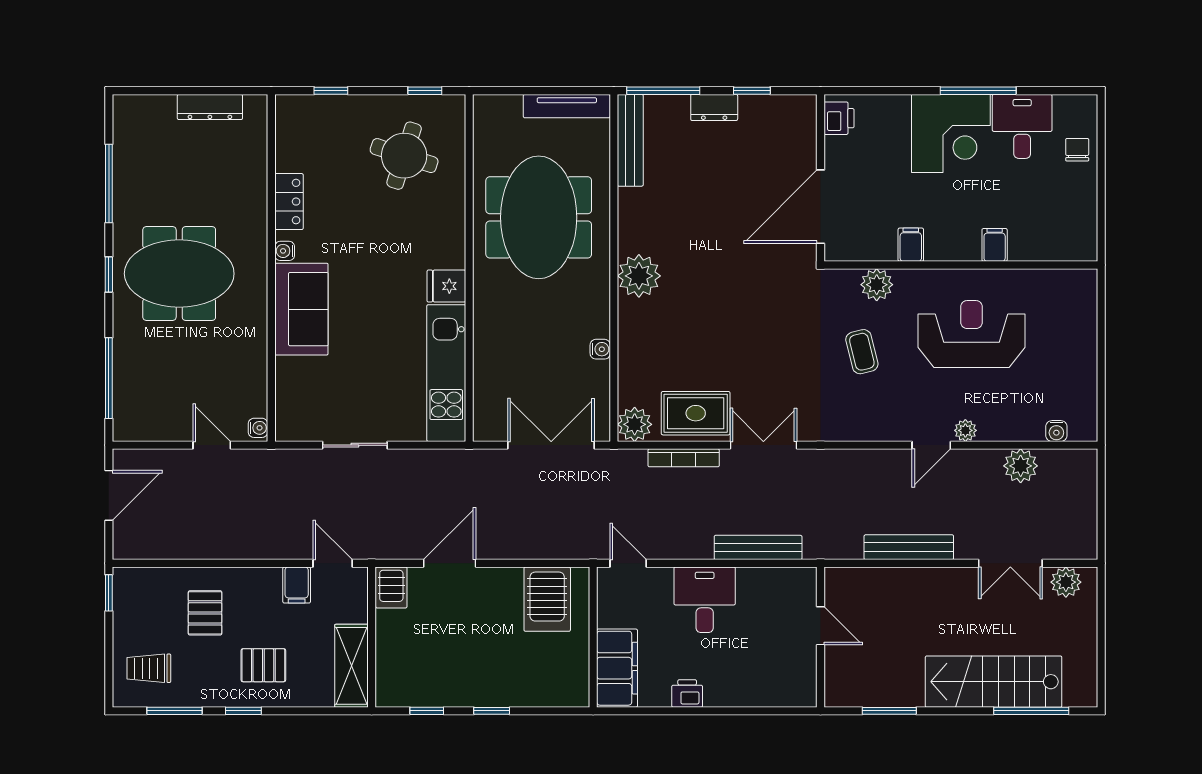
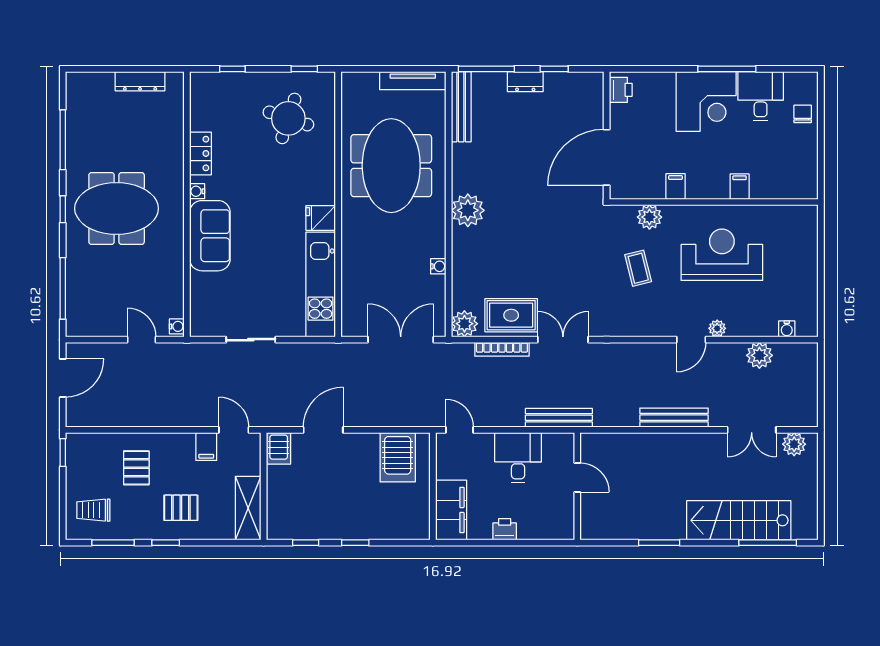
door: (821, 626) -> (577, 478), moved
wall: (821, 637) -> (577, 486), moved

